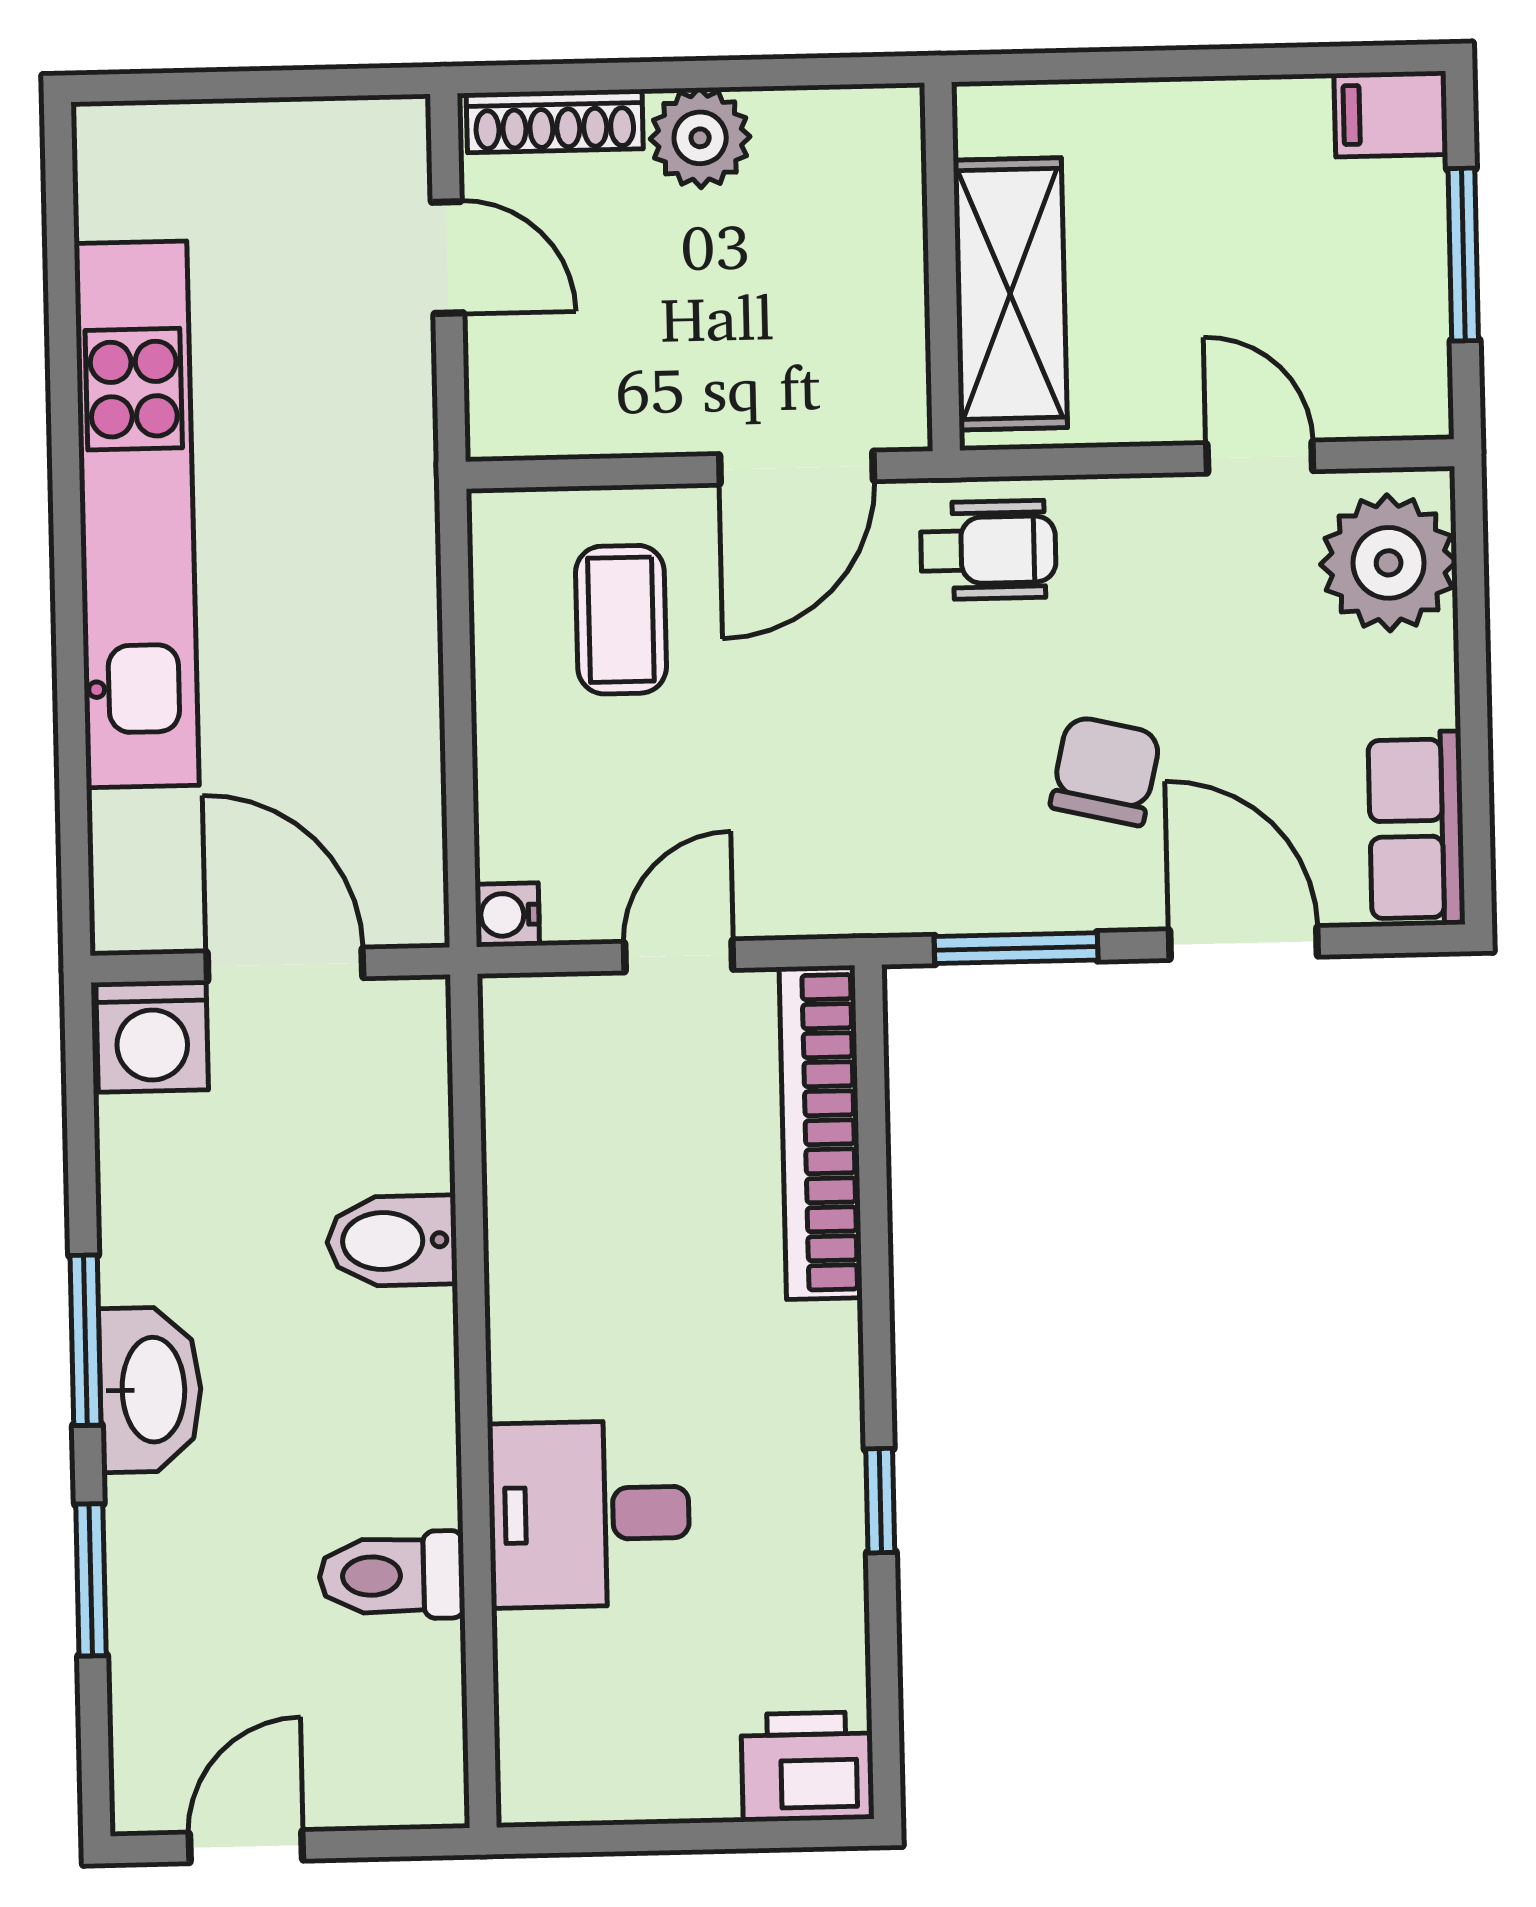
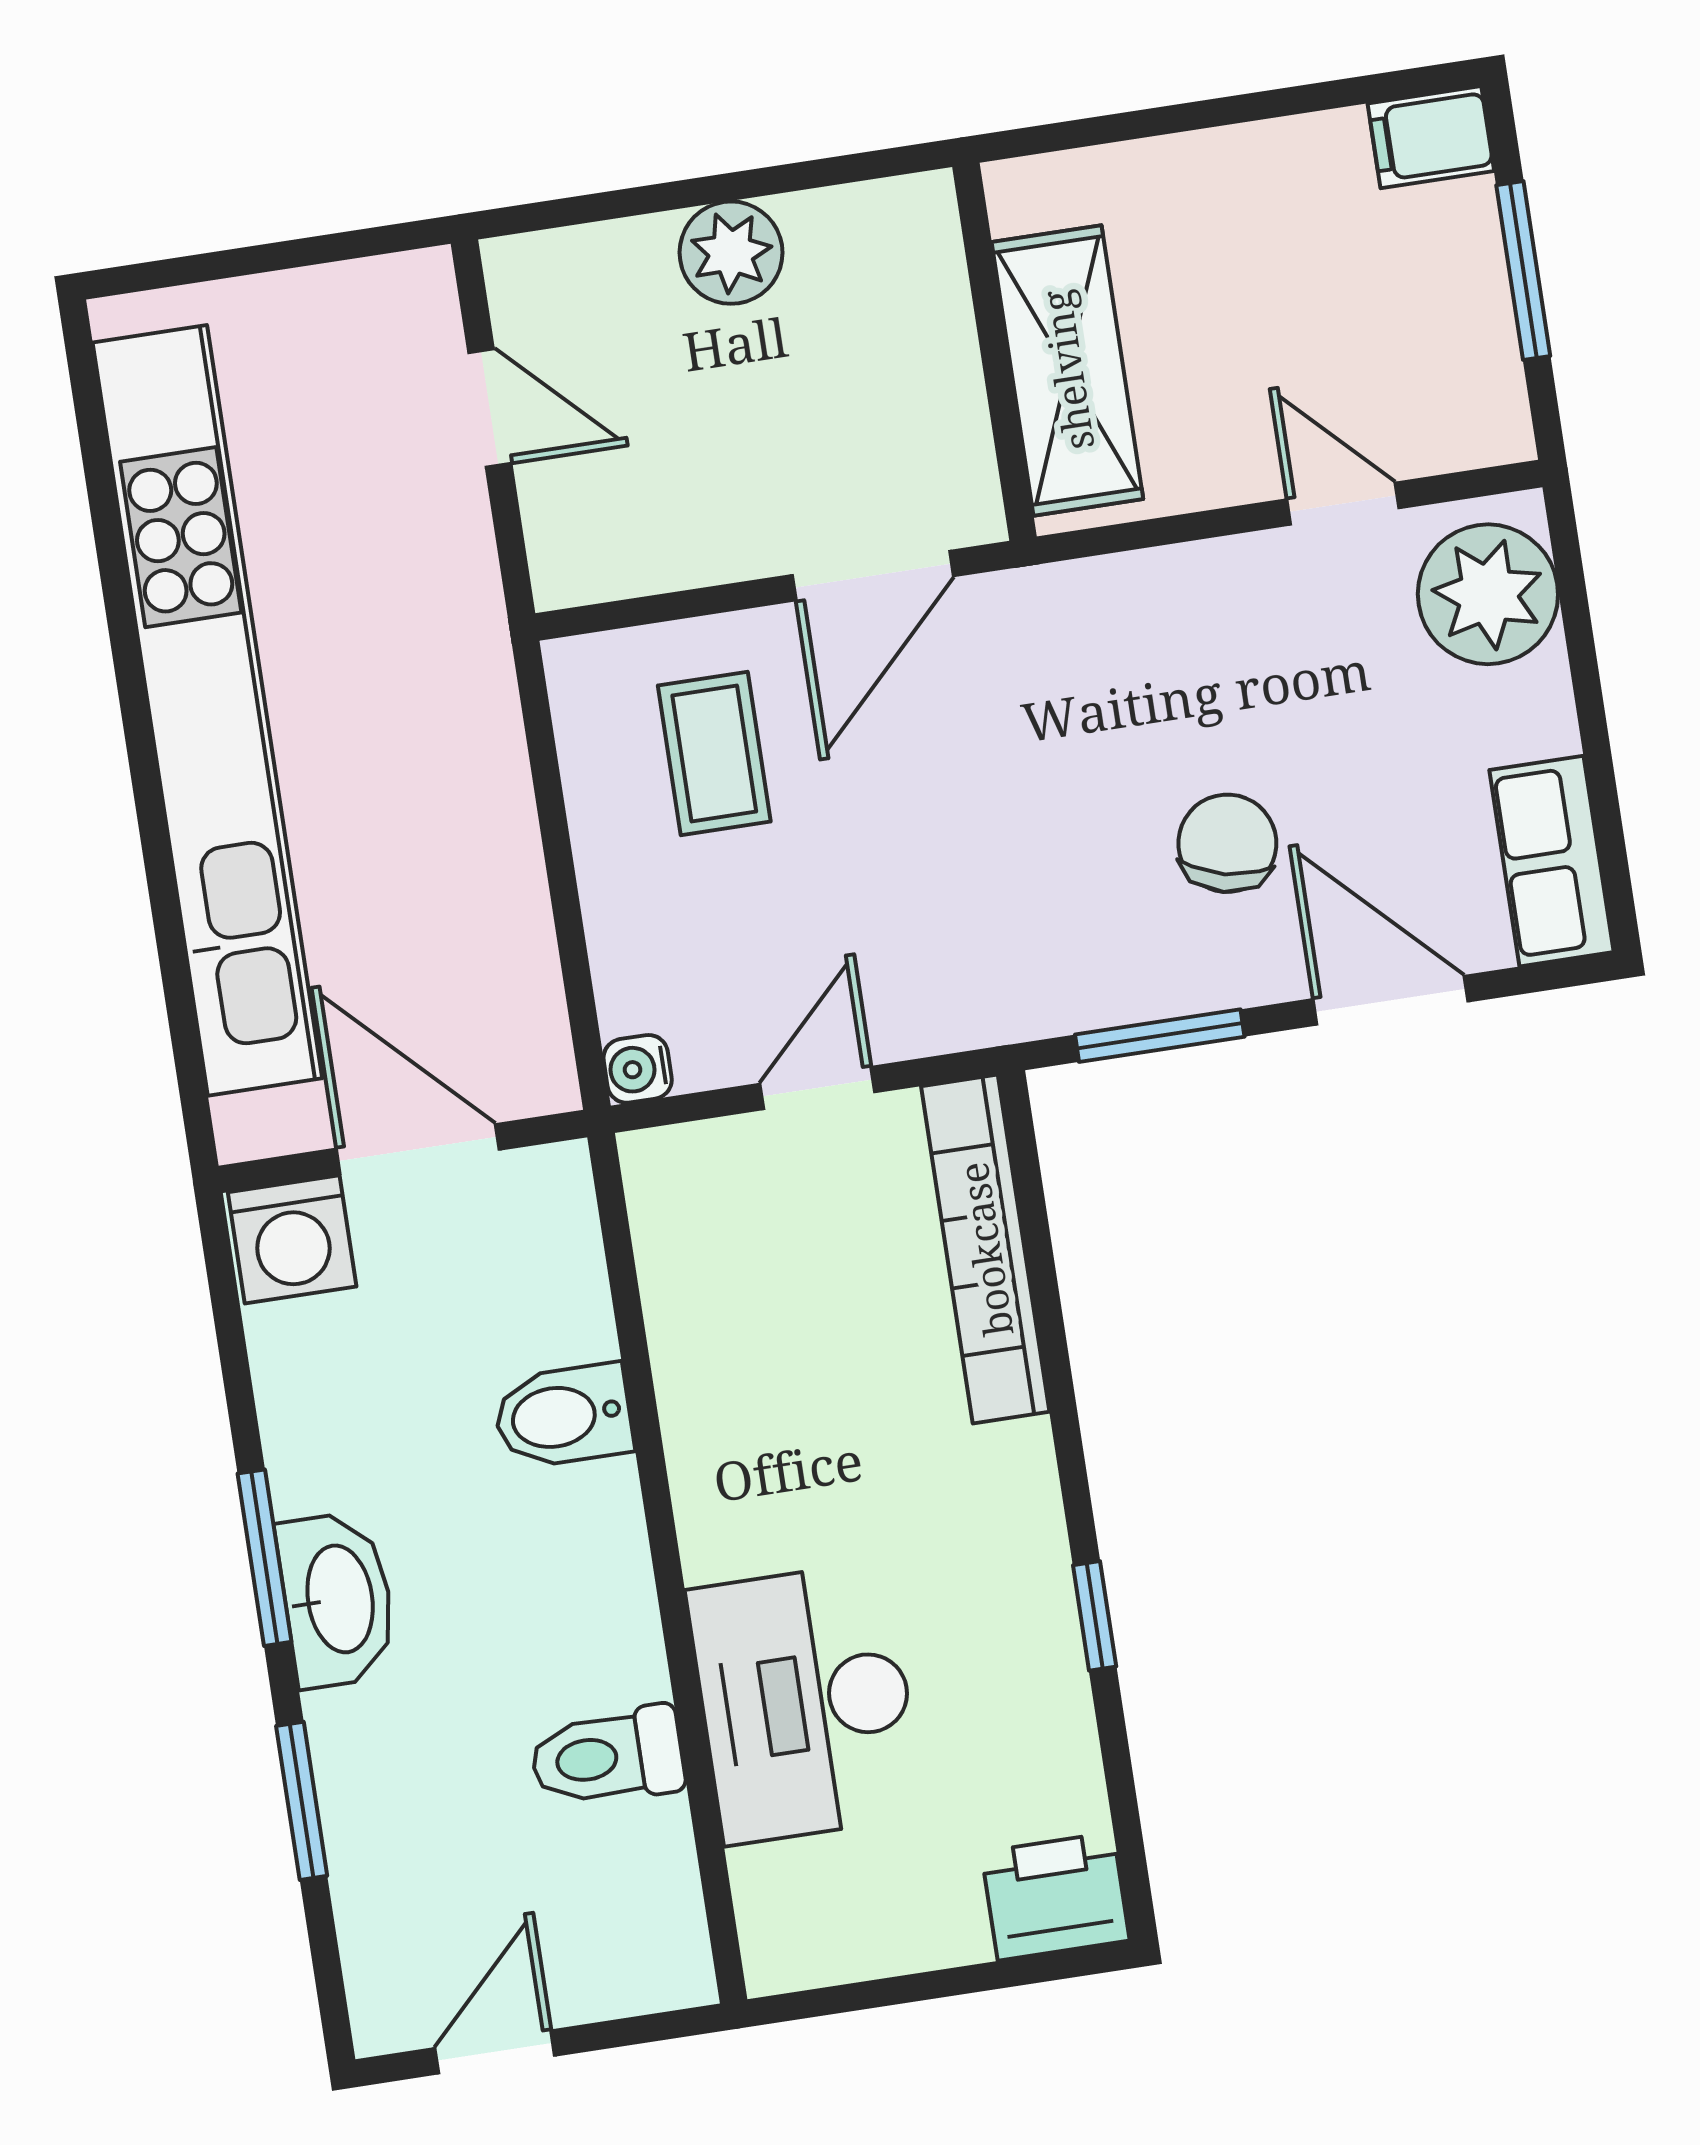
shoe rack: (555, 121) -> (581, 255), removed
kitchen unit: (137, 514) -> (207, 710), width x1.36
wheelchair: (988, 550) -> (1079, 634), removed
desk: (589, 1514) -> (805, 1703), width x1.37

